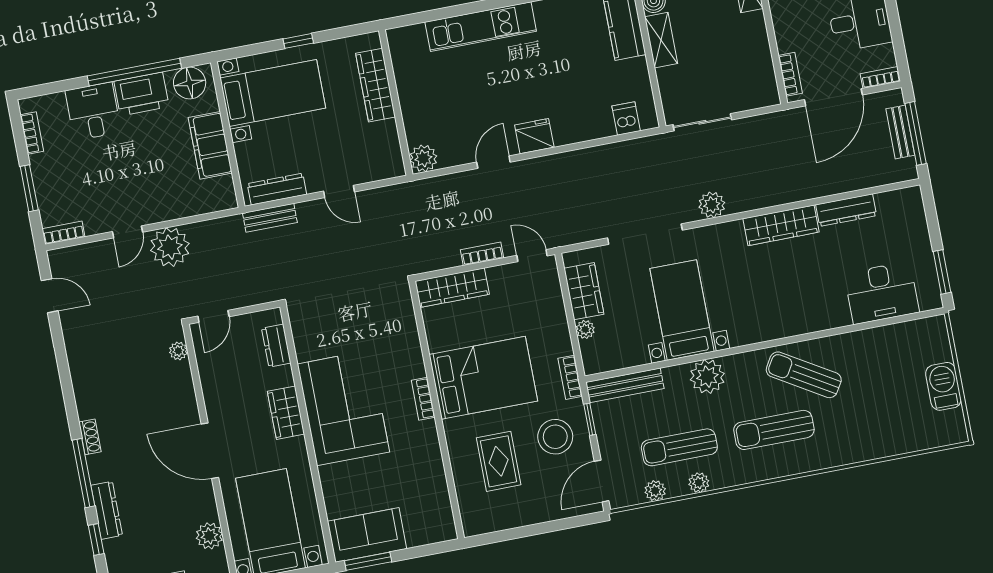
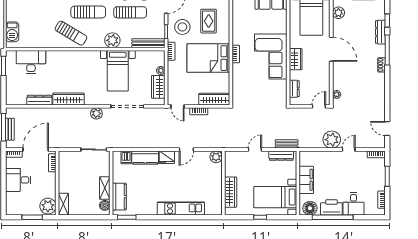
kitchen counter: (583, 127) -> (145, 157), added
door: (339, 192) -> (255, 150), hinge flipped
barbecue: (943, 386) -> (12, 32), moved

